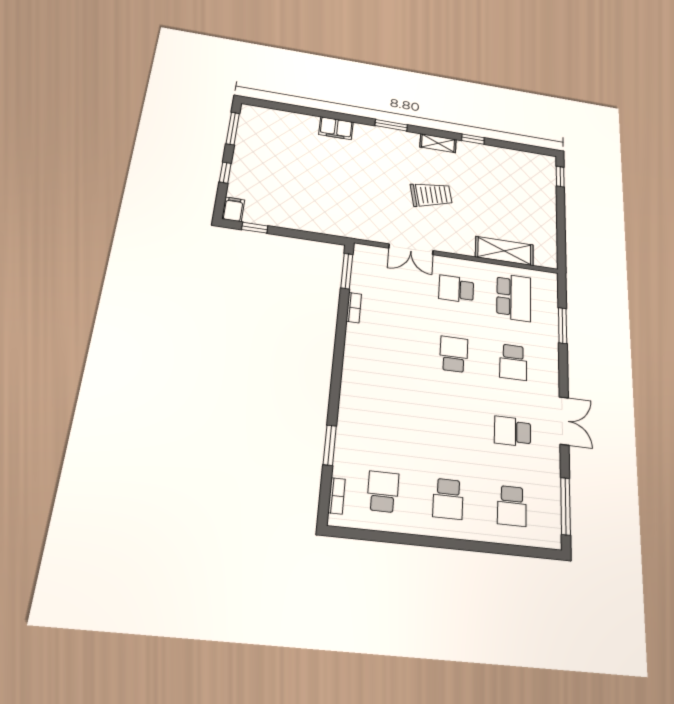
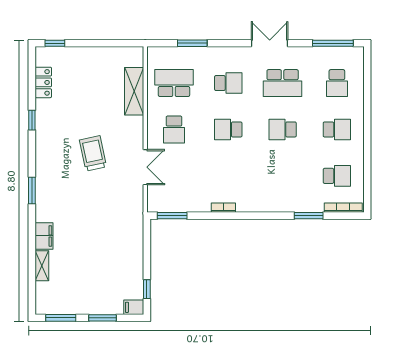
shelving: (438, 143) -> (42, 266), moved
locker: (516, 158) -> (43, 82), added
window: (225, 173) -> (103, 318), width x1.50
bookcase: (354, 308) -> (223, 208), moved
school desk: (451, 424) -> (283, 129), added
school desk: (513, 431) -> (283, 83), width x1.85
school desk: (383, 492) -> (337, 176), turned 180
bookcase: (337, 496) -> (343, 208), width x1.56
school desk: (512, 506) -> (337, 83), turned 90

